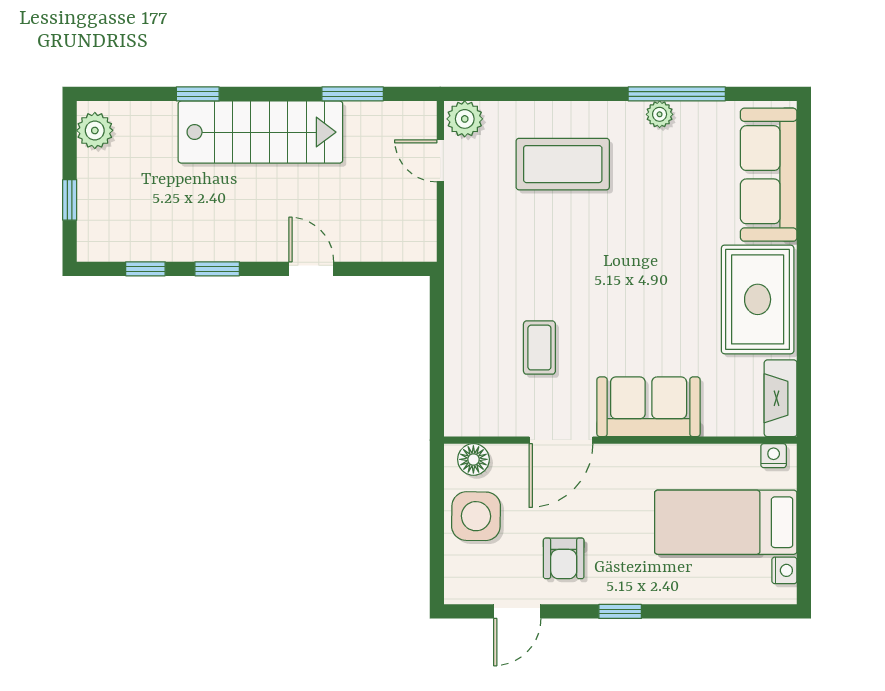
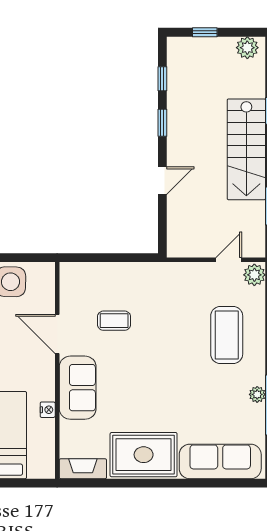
nightstand: (774, 456) -> (48, 410), moved
floor lamp: (473, 459) -> (45, 280), removed

